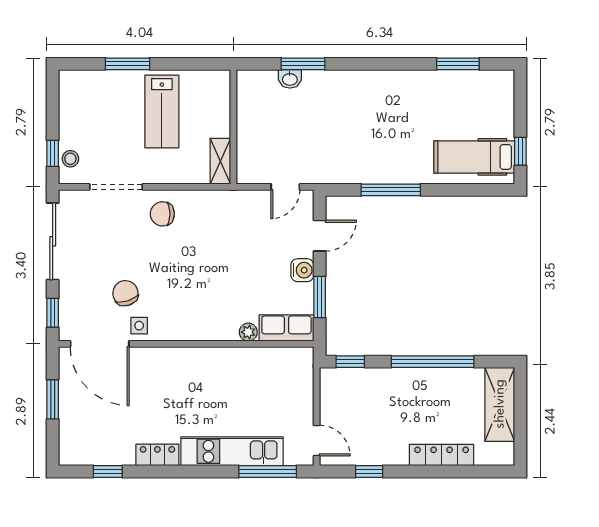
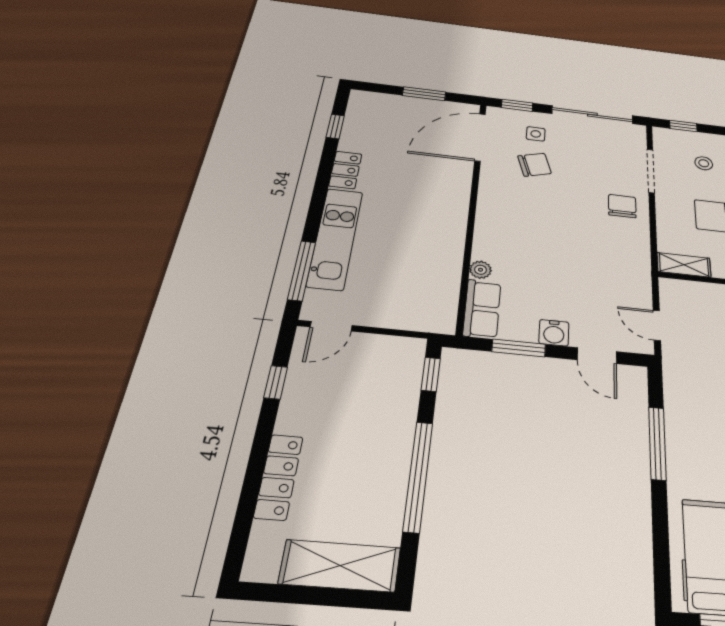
stool: (70, 159) -> (704, 163), moved
side table: (139, 326) -> (536, 134), moved

